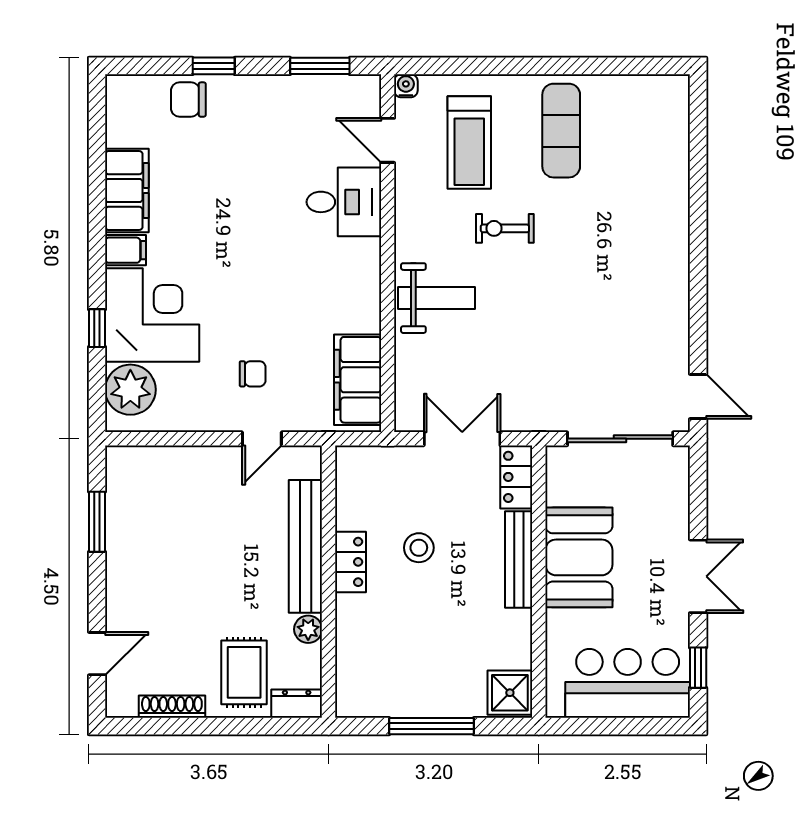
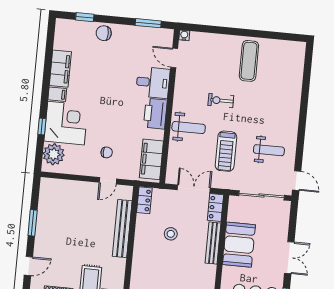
window: (214, 66) -> (85, 17), moved
chair: (188, 100) -> (104, 33), moved
treadmill: (469, 142) -> (226, 151), moved
printer: (357, 273) -> (155, 114), added
weight bench: (627, 333) -> (269, 150), added
window: (97, 522) -> (33, 223), moved
locker: (350, 562) -> (144, 200), moved
plant: (308, 629) -> (120, 264), removed

